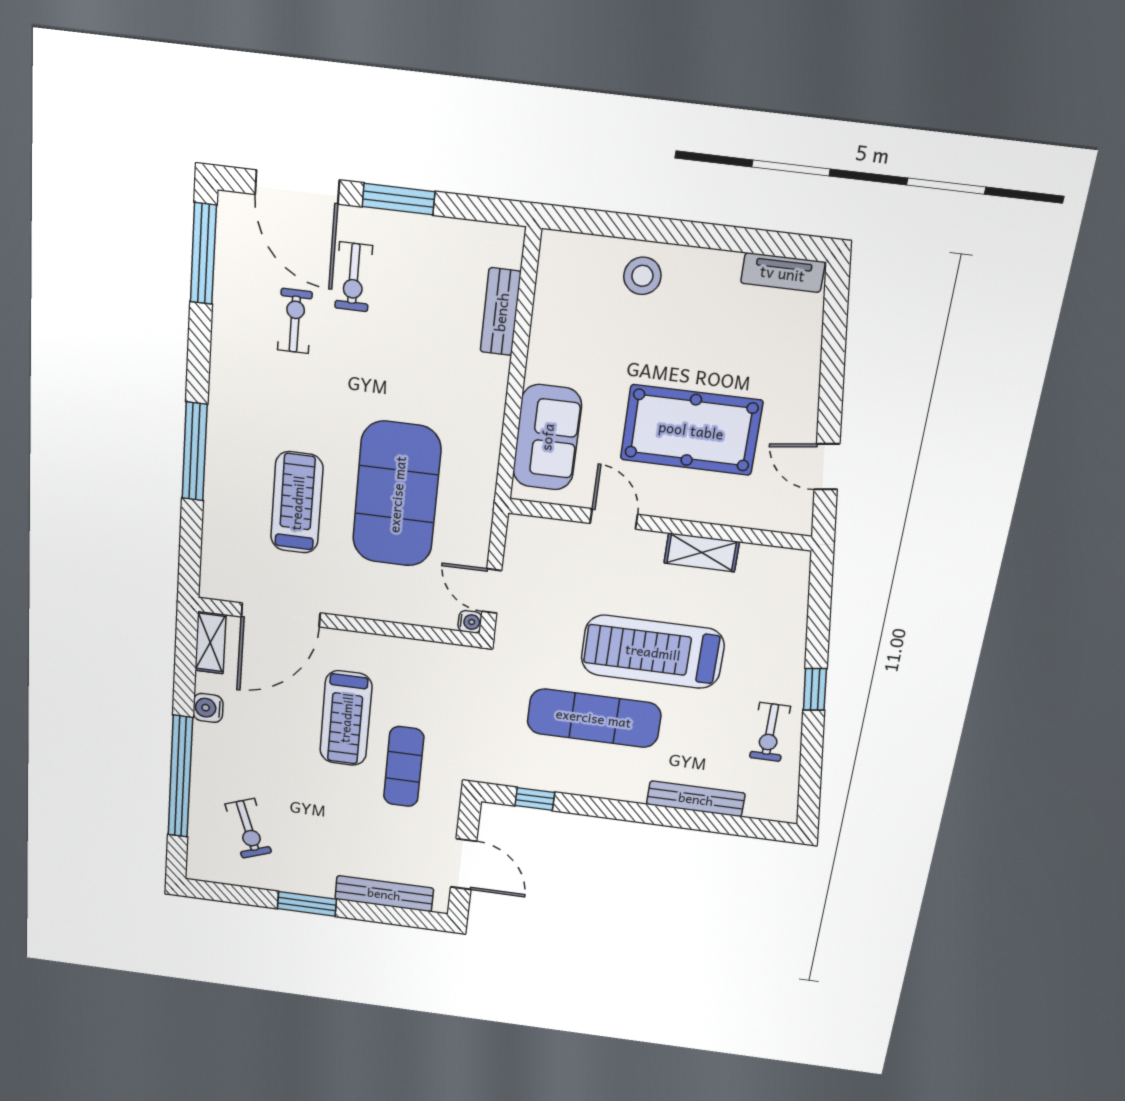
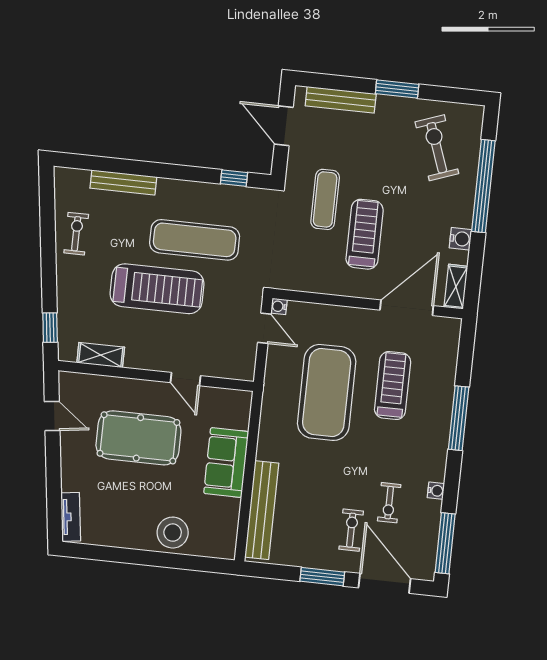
tv unit: (783, 273) -> (71, 517), moved, turned 83
stool: (642, 276) -> (173, 533), width x1.38, depth x1.38
bench: (501, 312) -> (262, 510), width x1.86, depth x1.21
water cooler: (223, 339) -> (436, 491), added
sofa: (547, 437) -> (226, 462), moved
treadmill: (297, 503) -> (393, 386), turned 180
shelving: (702, 552) -> (101, 355), moved
window: (815, 689) -> (50, 328), moved
exercise bike: (248, 828) -> (437, 148), width x1.38, depth x1.39

